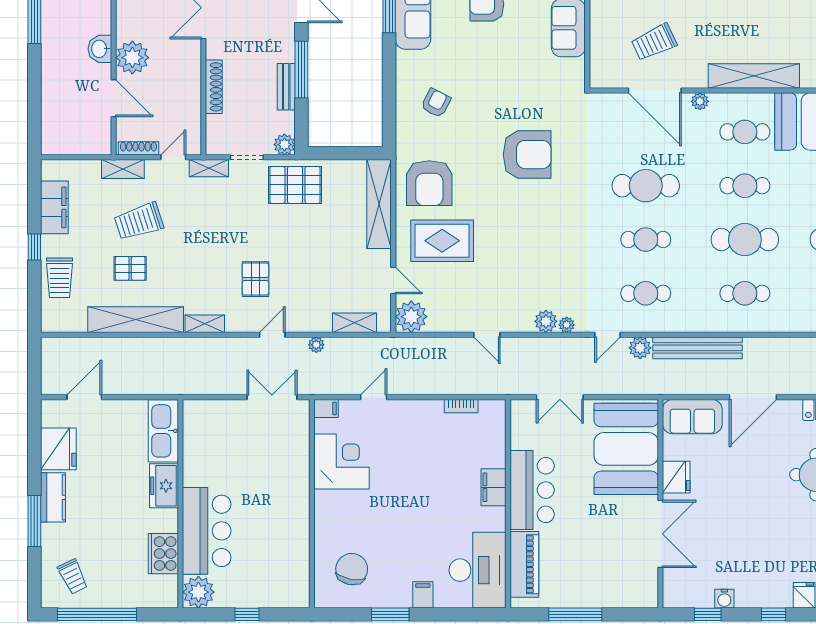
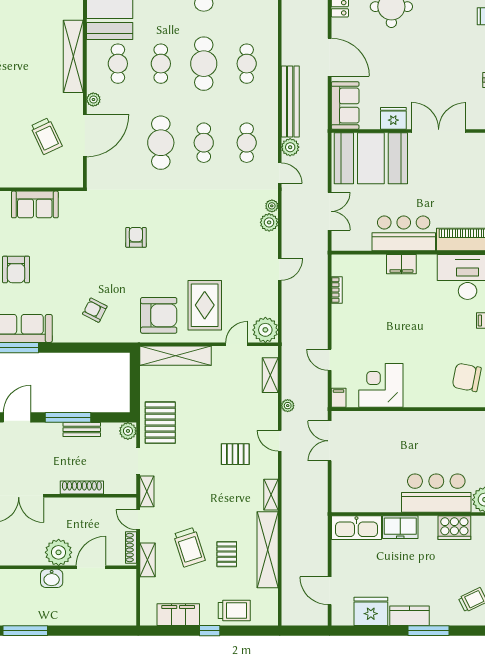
armchair: (527, 155) -> (136, 237), width x0.53, depth x0.53

